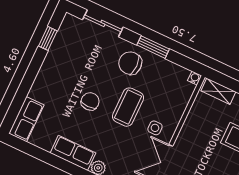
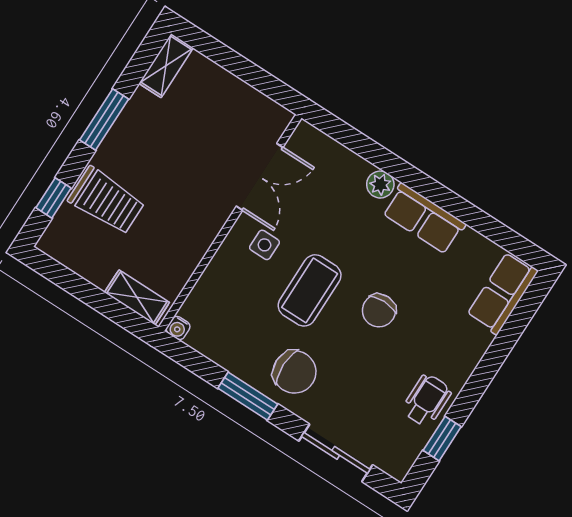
wheelchair: (59, 57) -> (427, 400), added

